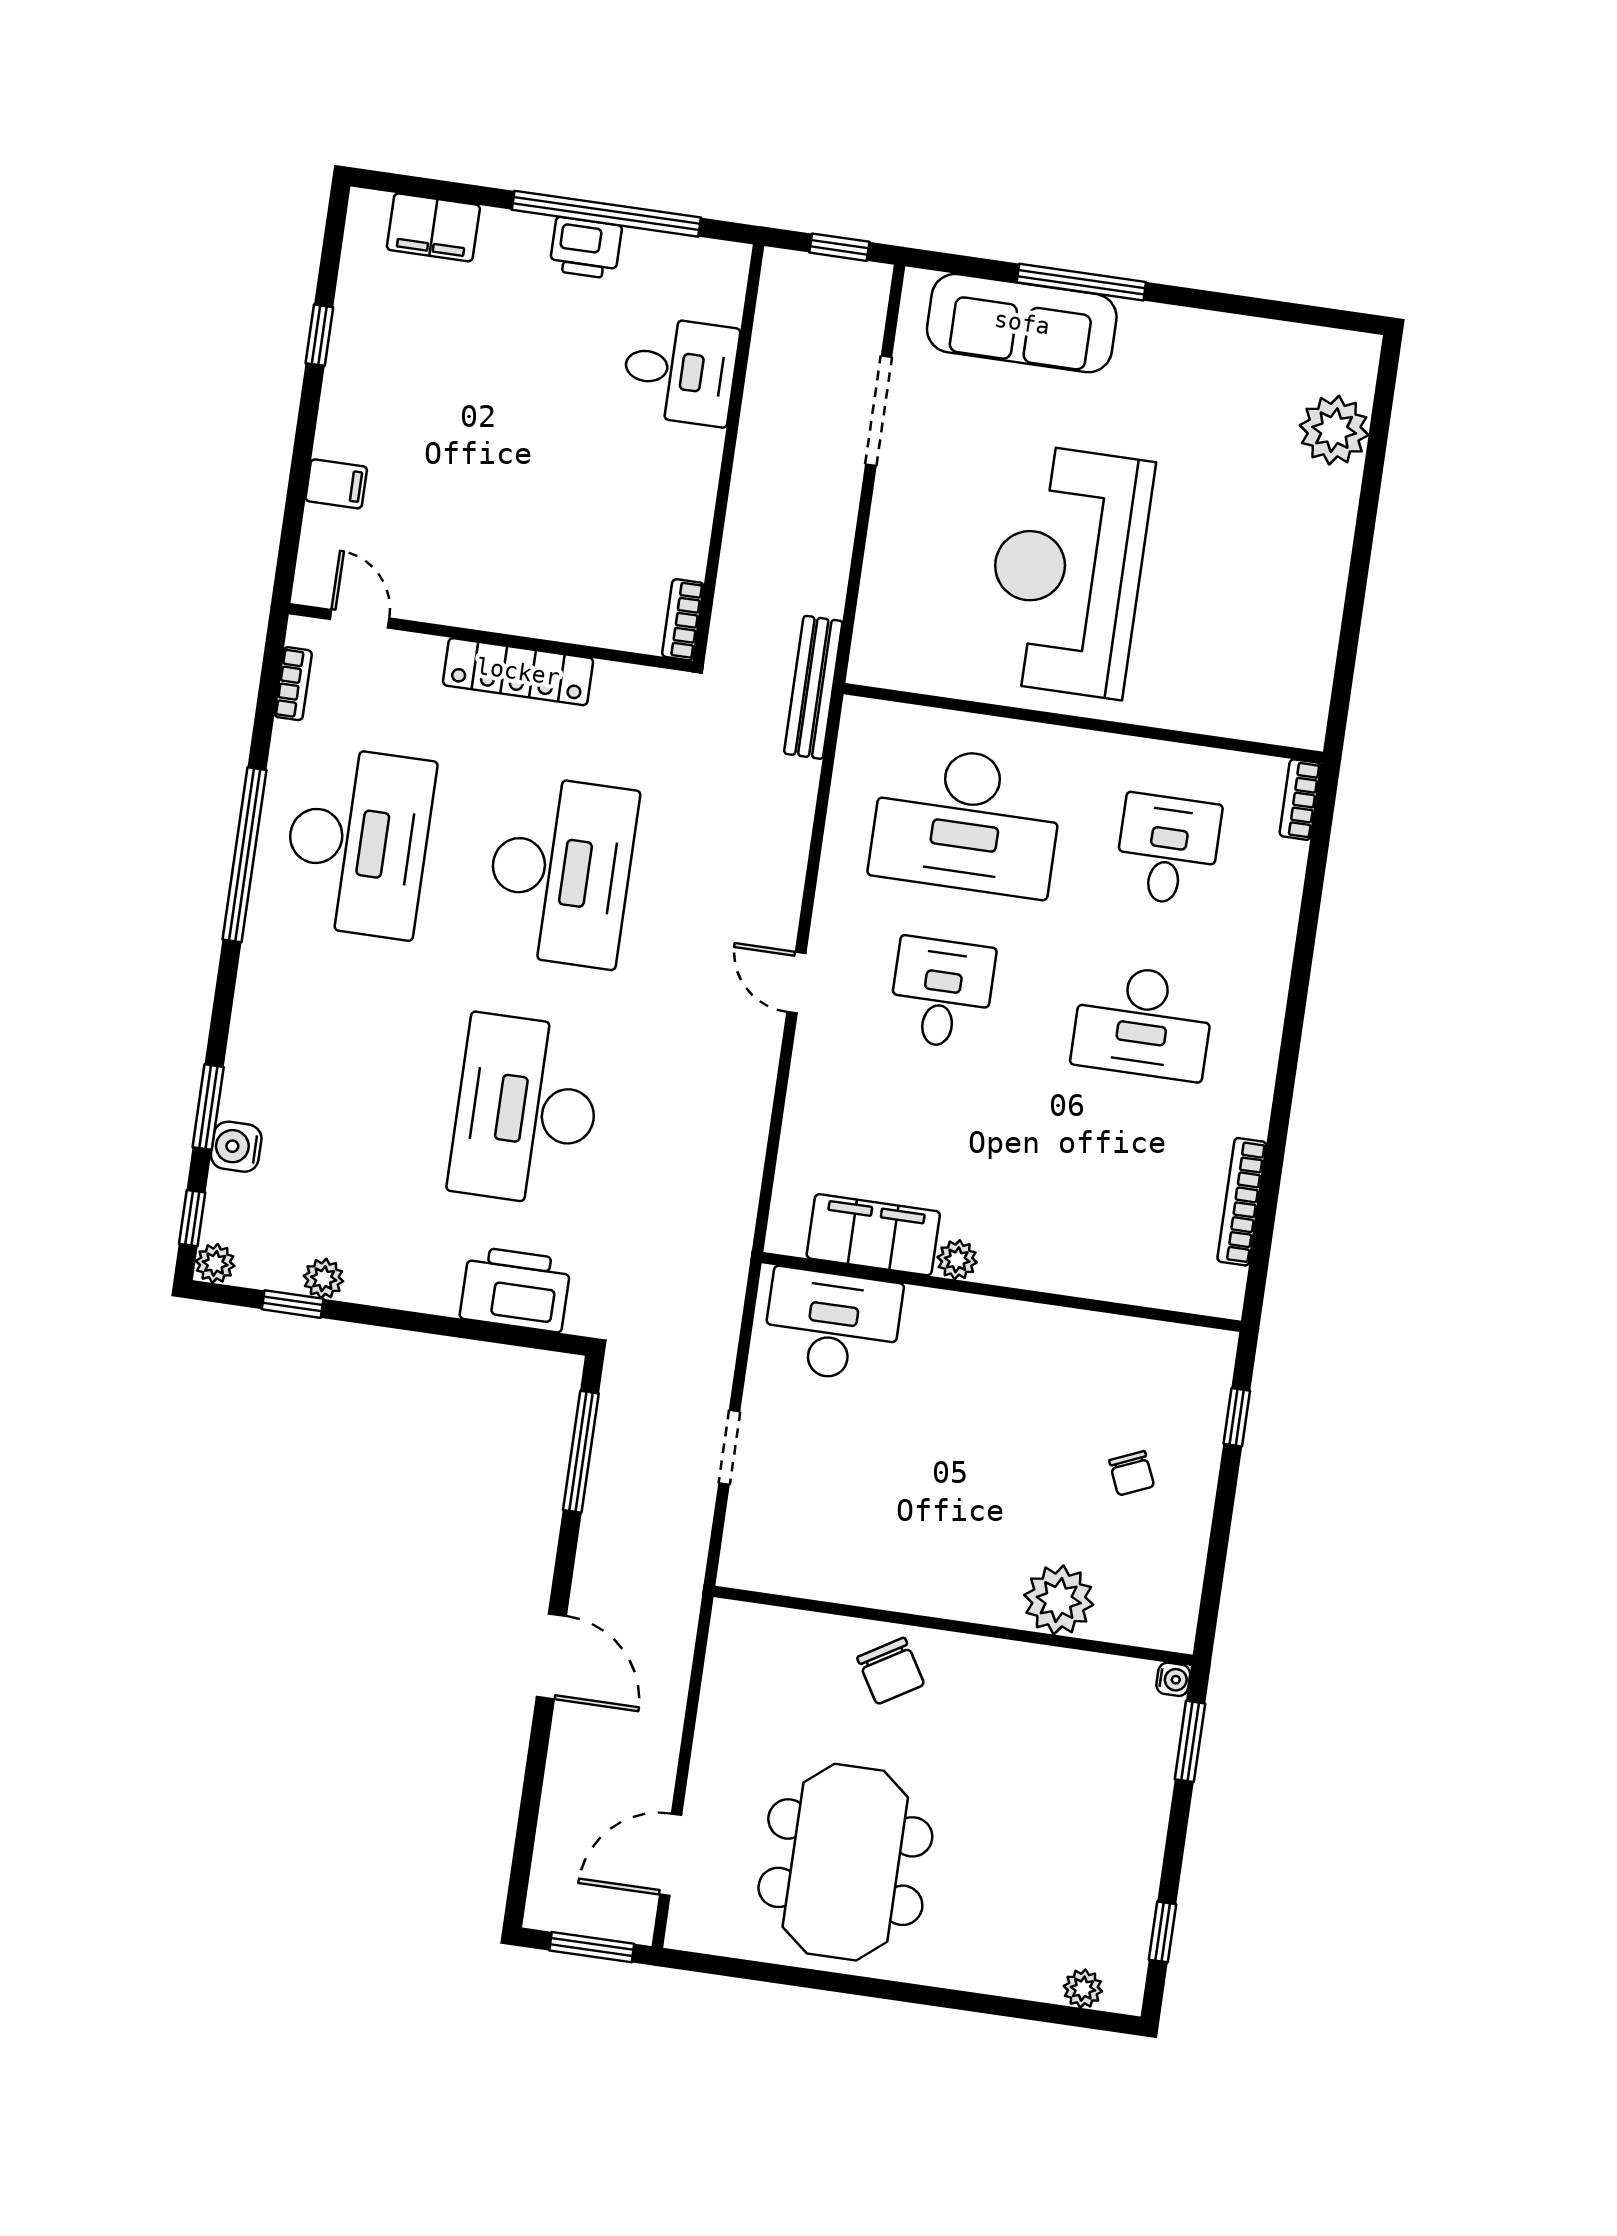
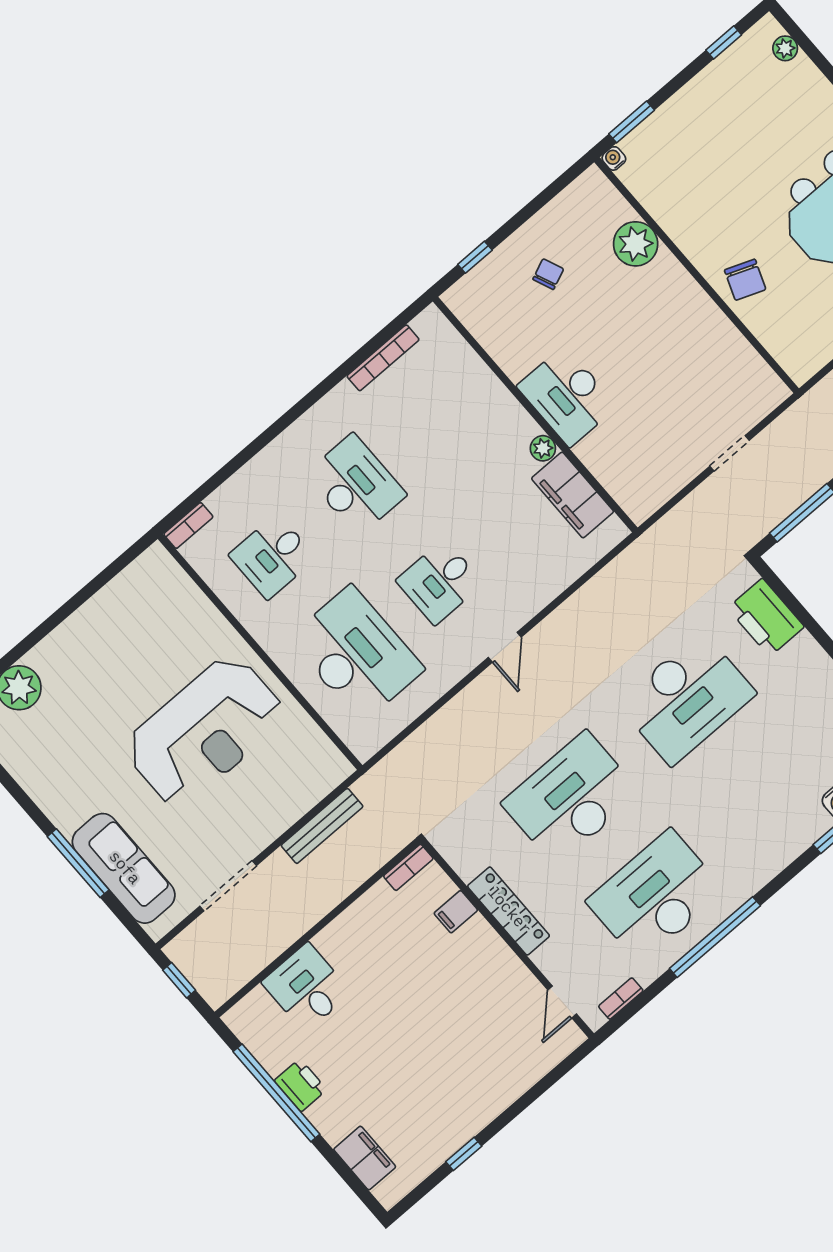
filing cabinet: (336, 484) -> (456, 912), moved, turned -90
bench: (813, 687) -> (322, 826), moved
desk: (832, 1325) -> (567, 396), moved
chair: (891, 1671) -> (745, 280), turned 142

